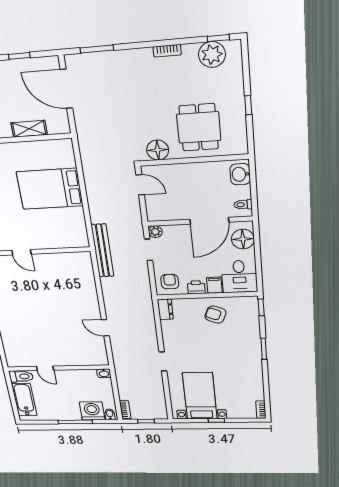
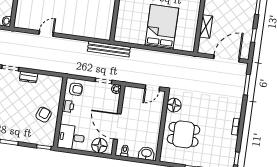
plant: (212, 54) -> (228, 153), removed
filing cabinet: (214, 285) -> (67, 119), removed
dresser: (165, 309) -> (29, 77), moved

